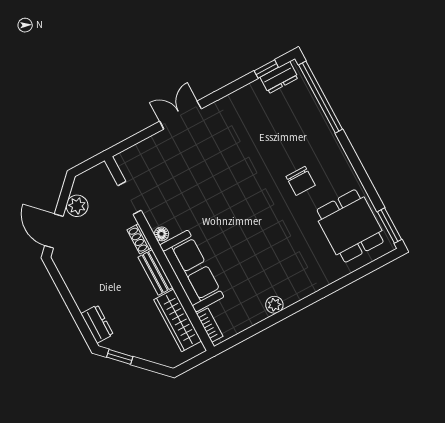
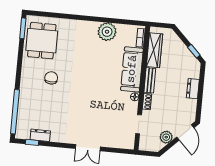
dresser: (279, 78) -> (40, 135), moved
plant: (274, 305) -> (107, 32), width x1.88, depth x1.88
dresser: (97, 324) -> (193, 89), moved

